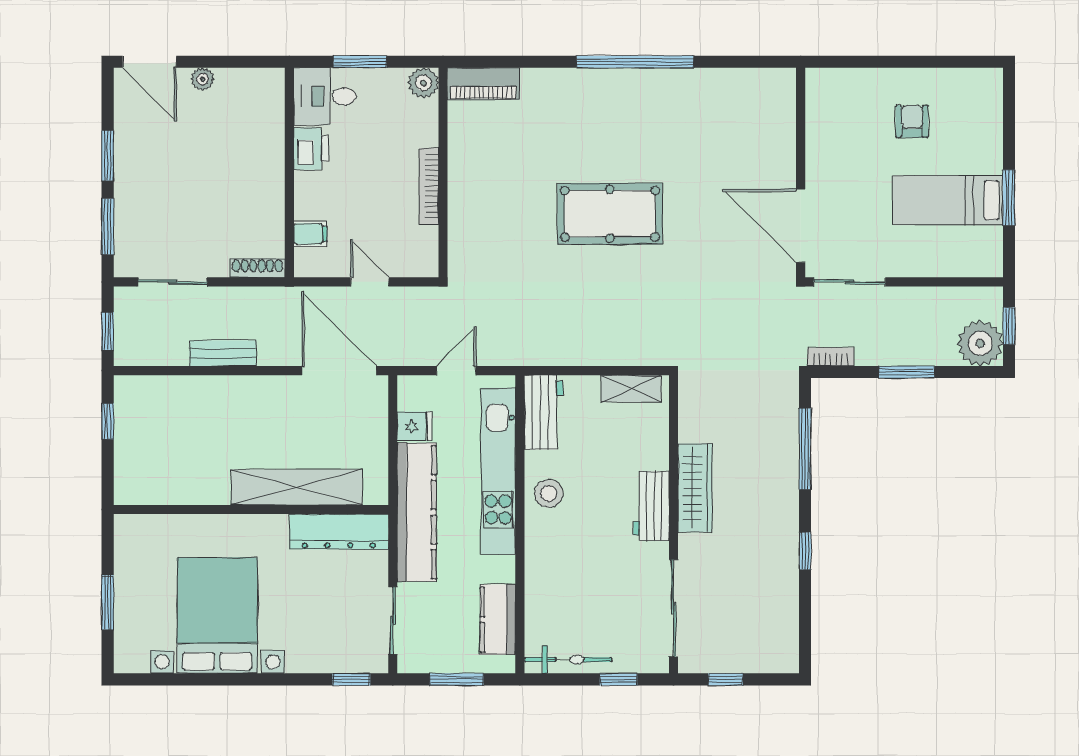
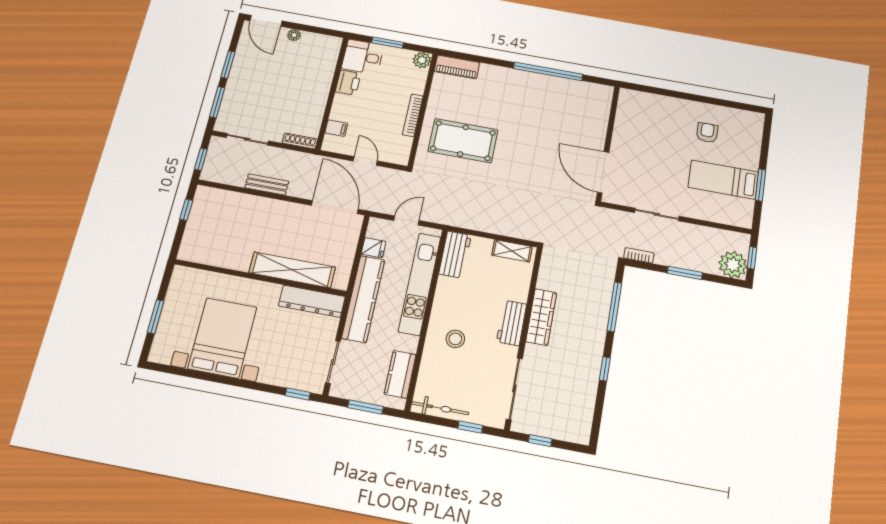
wall: (801, 173) -> (608, 143), moved
pool table: (610, 214) -> (463, 141), moved
door: (801, 226) -> (603, 172), moved
stool: (549, 493) -> (455, 339), moved

